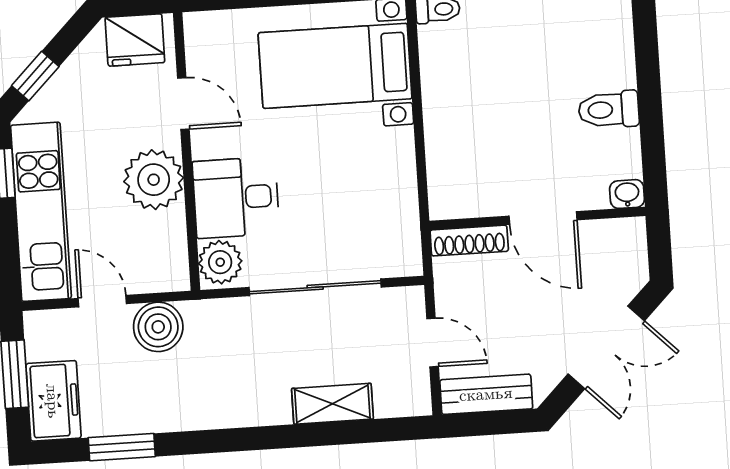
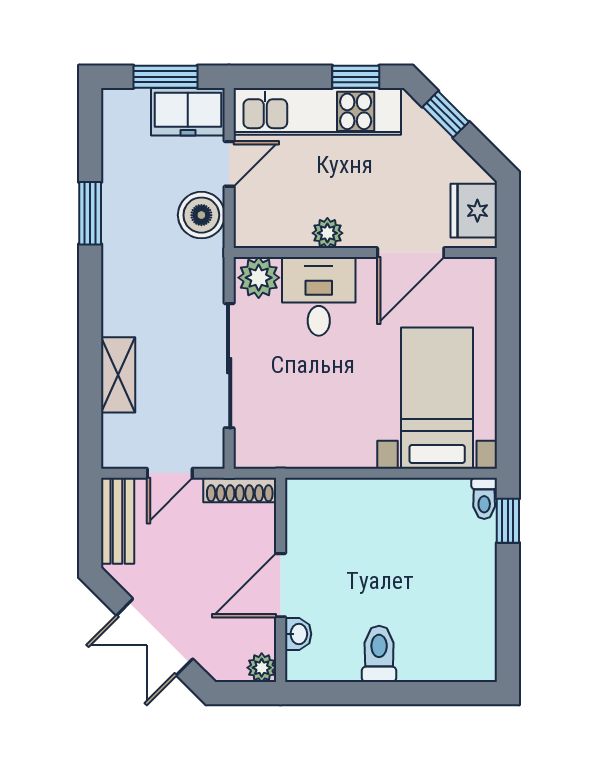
door: (183, 104) -> (411, 253), width x1.38
plant: (154, 180) -> (327, 233), width x0.53, depth x0.53
washbasin: (627, 194) -> (298, 634), moved
plant: (631, 232) -> (262, 668), added
shoe rack: (469, 241) -> (240, 490), moved, turned -90
freezer: (53, 401) -> (188, 112), moved
window: (122, 447) -> (90, 213), moved

